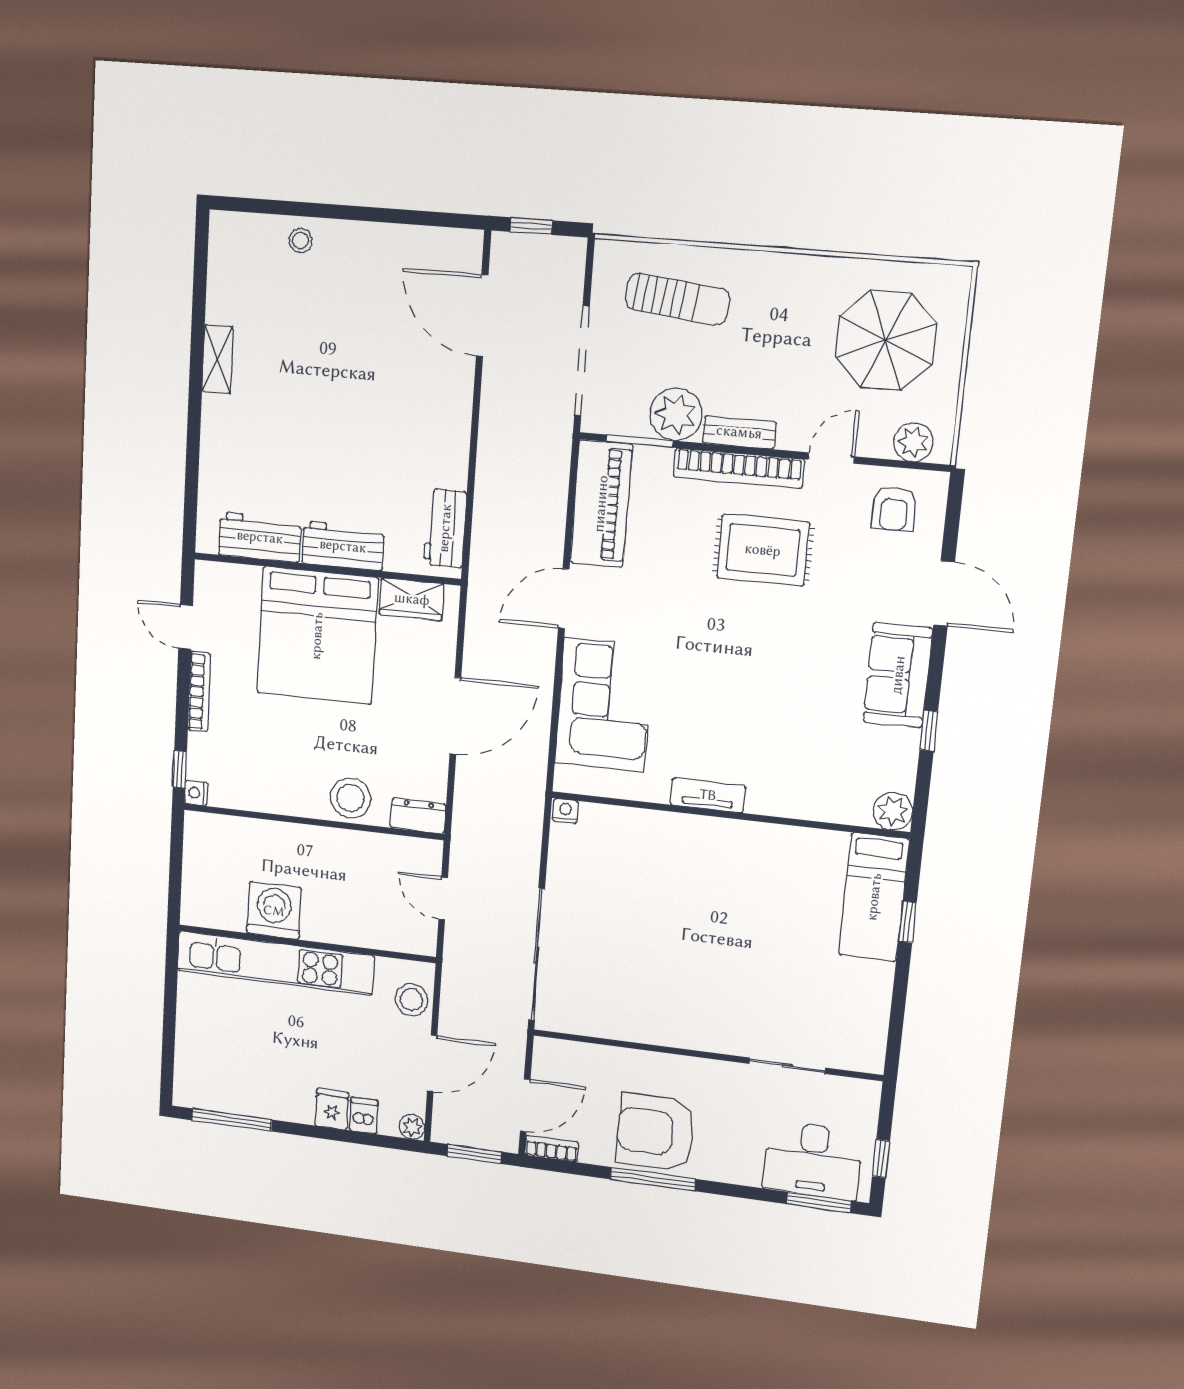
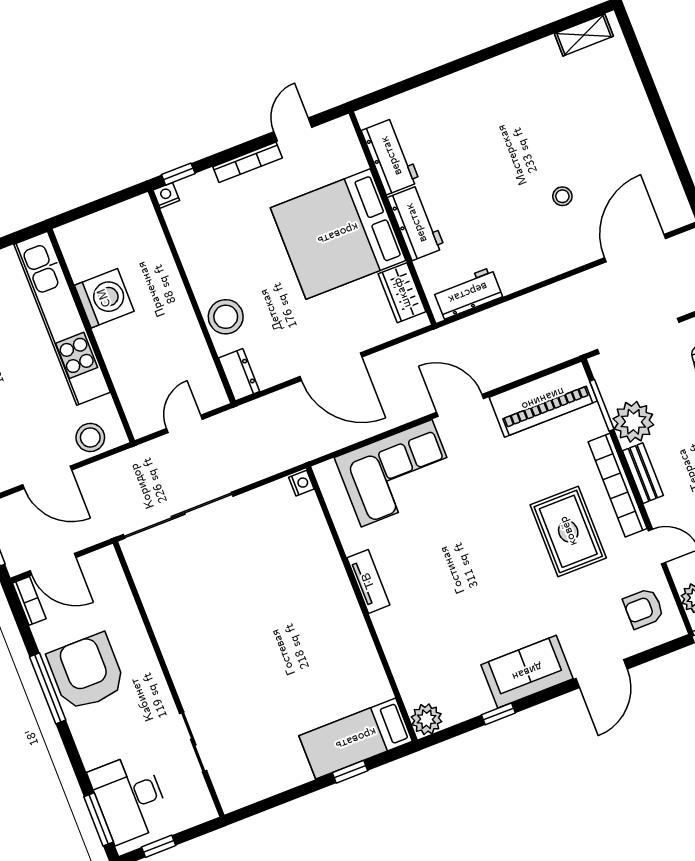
stool: (301, 241) -> (562, 196), moved
shelving: (217, 359) -> (584, 35), moved

